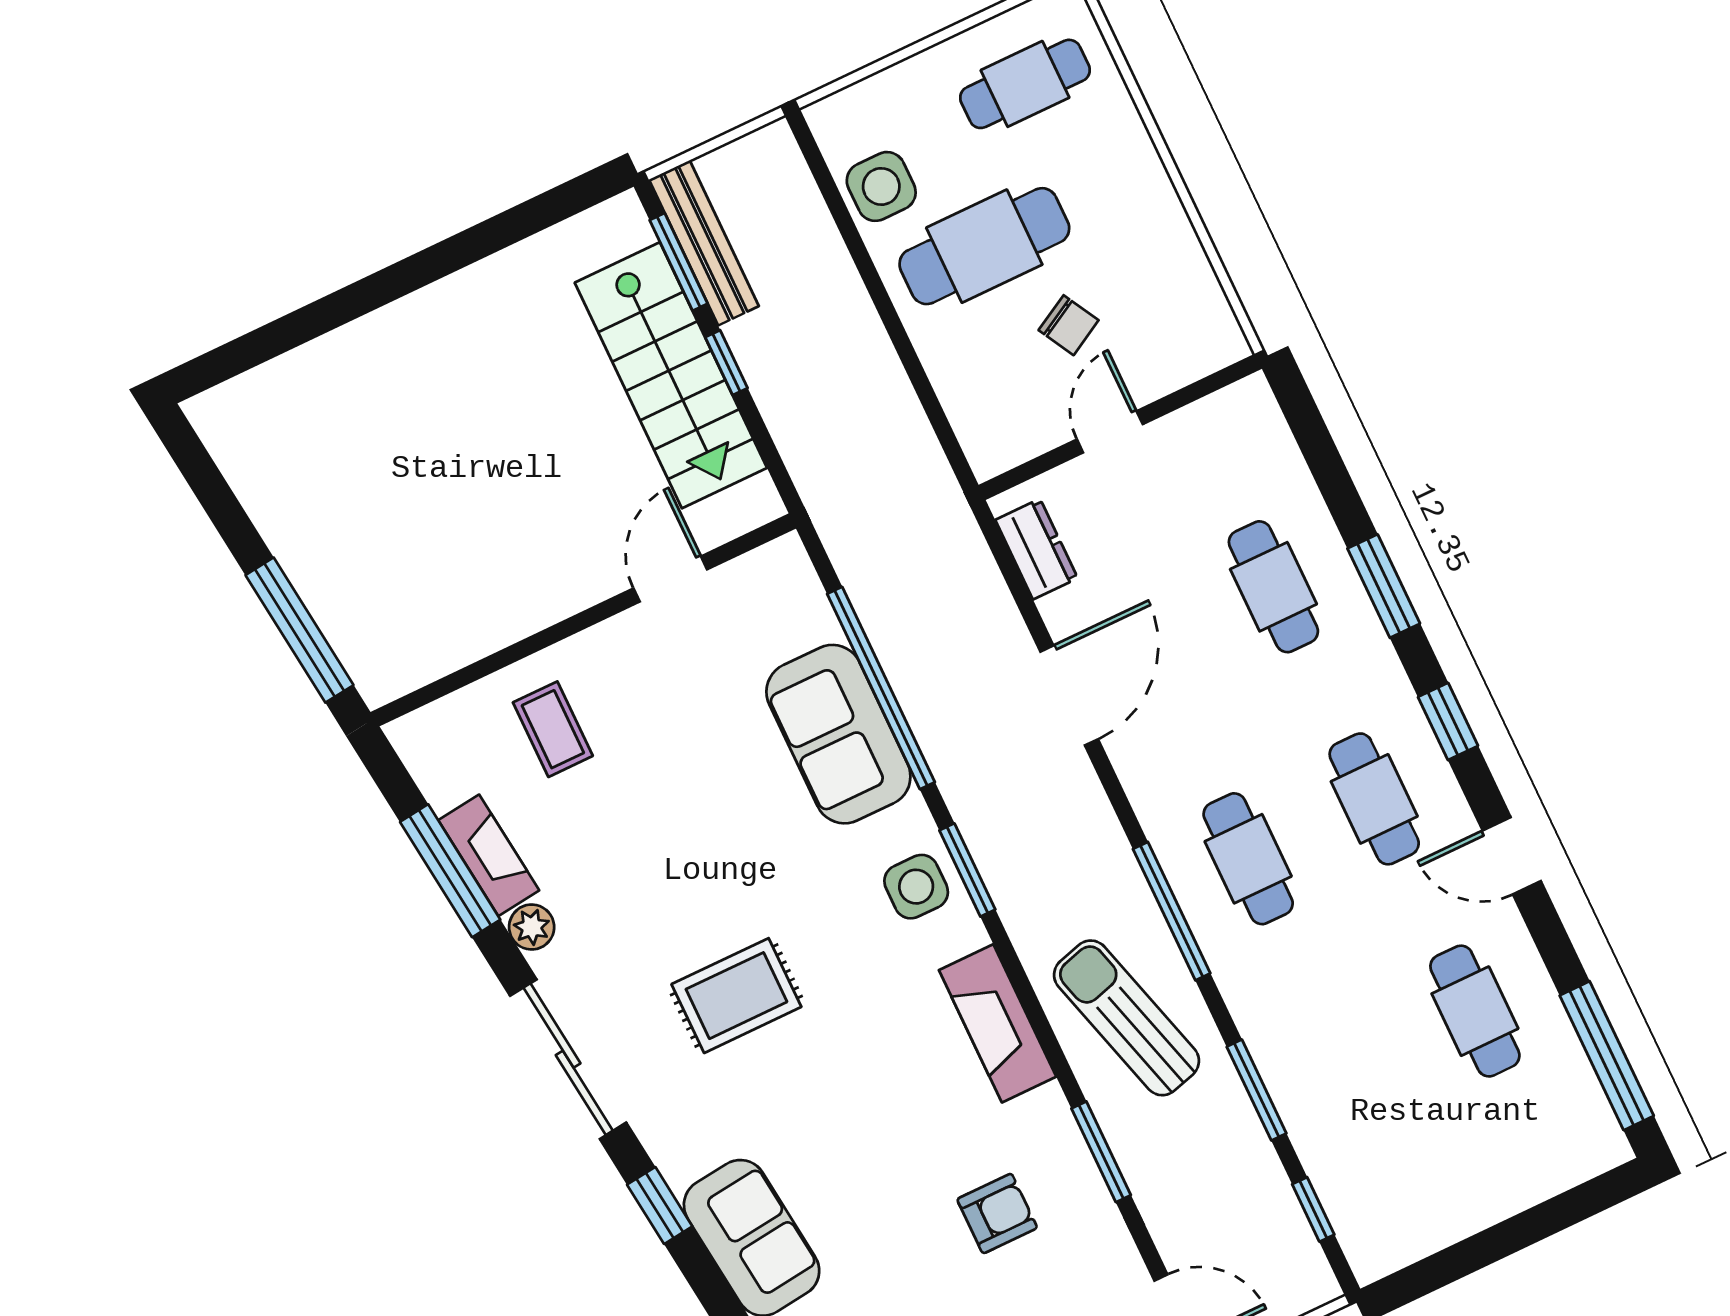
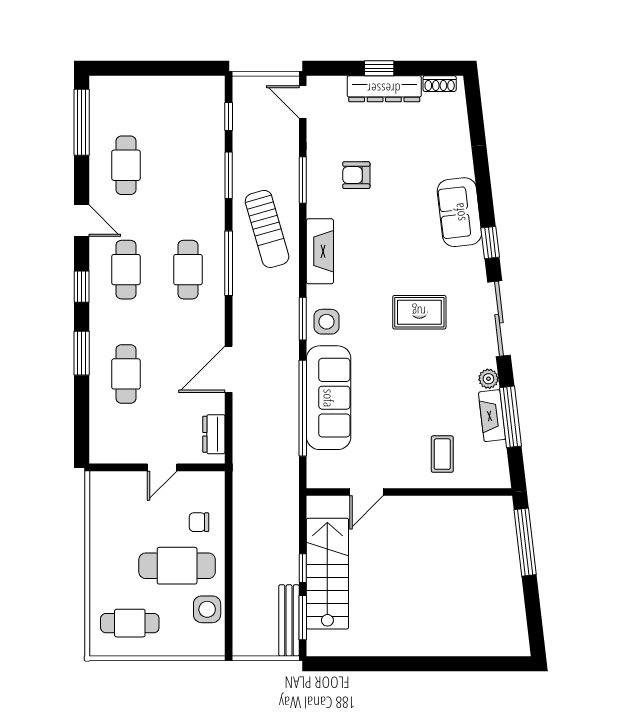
chair: (1069, 325) -> (199, 522), moved, turned -61
sofa: (838, 734) -> (329, 398), width x1.36

